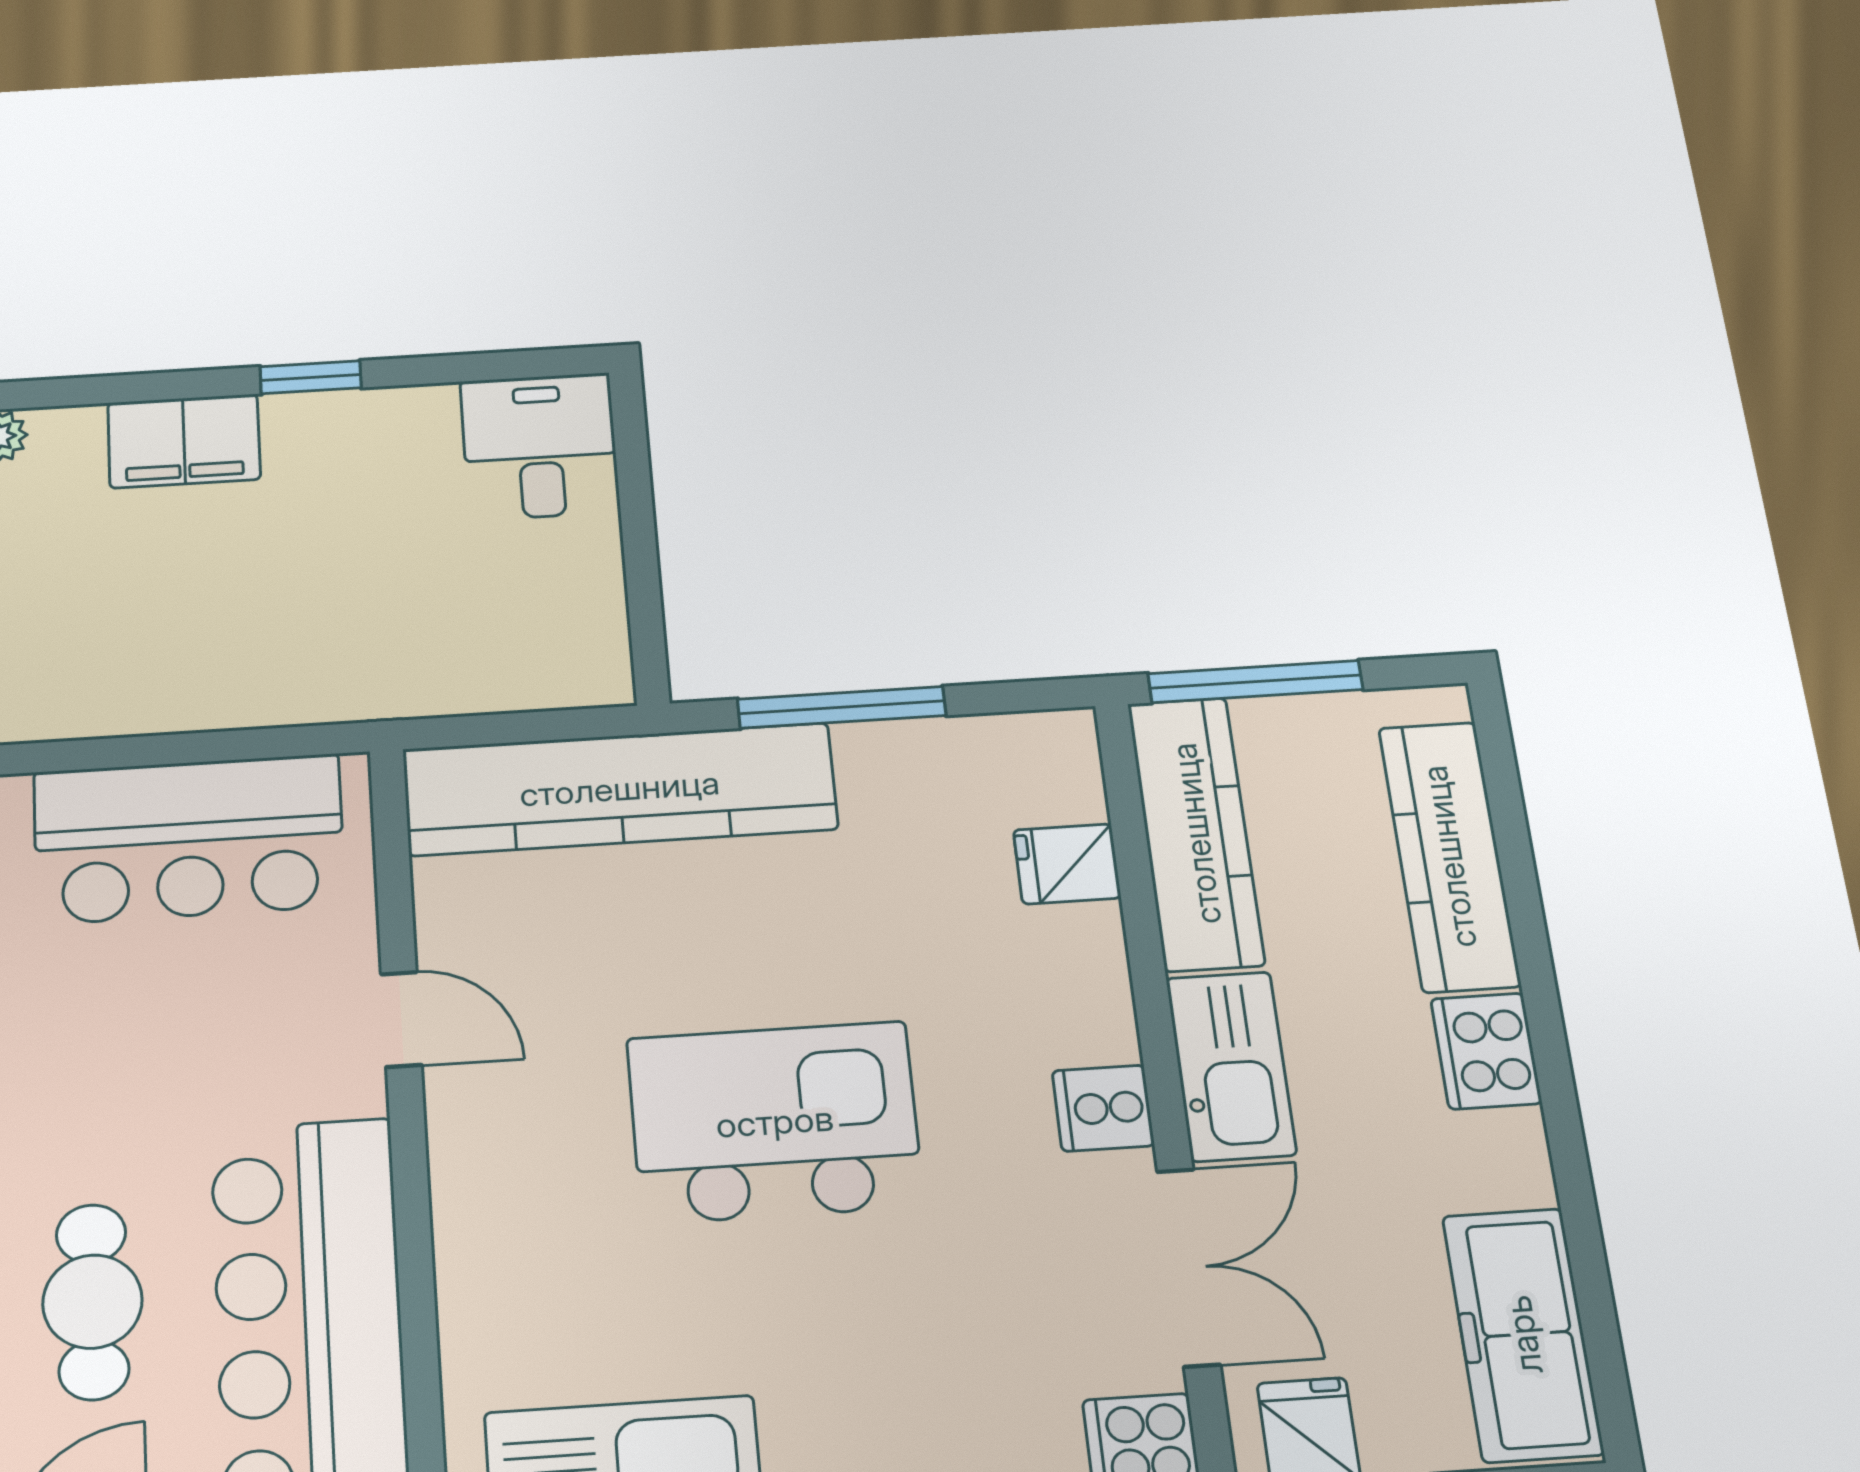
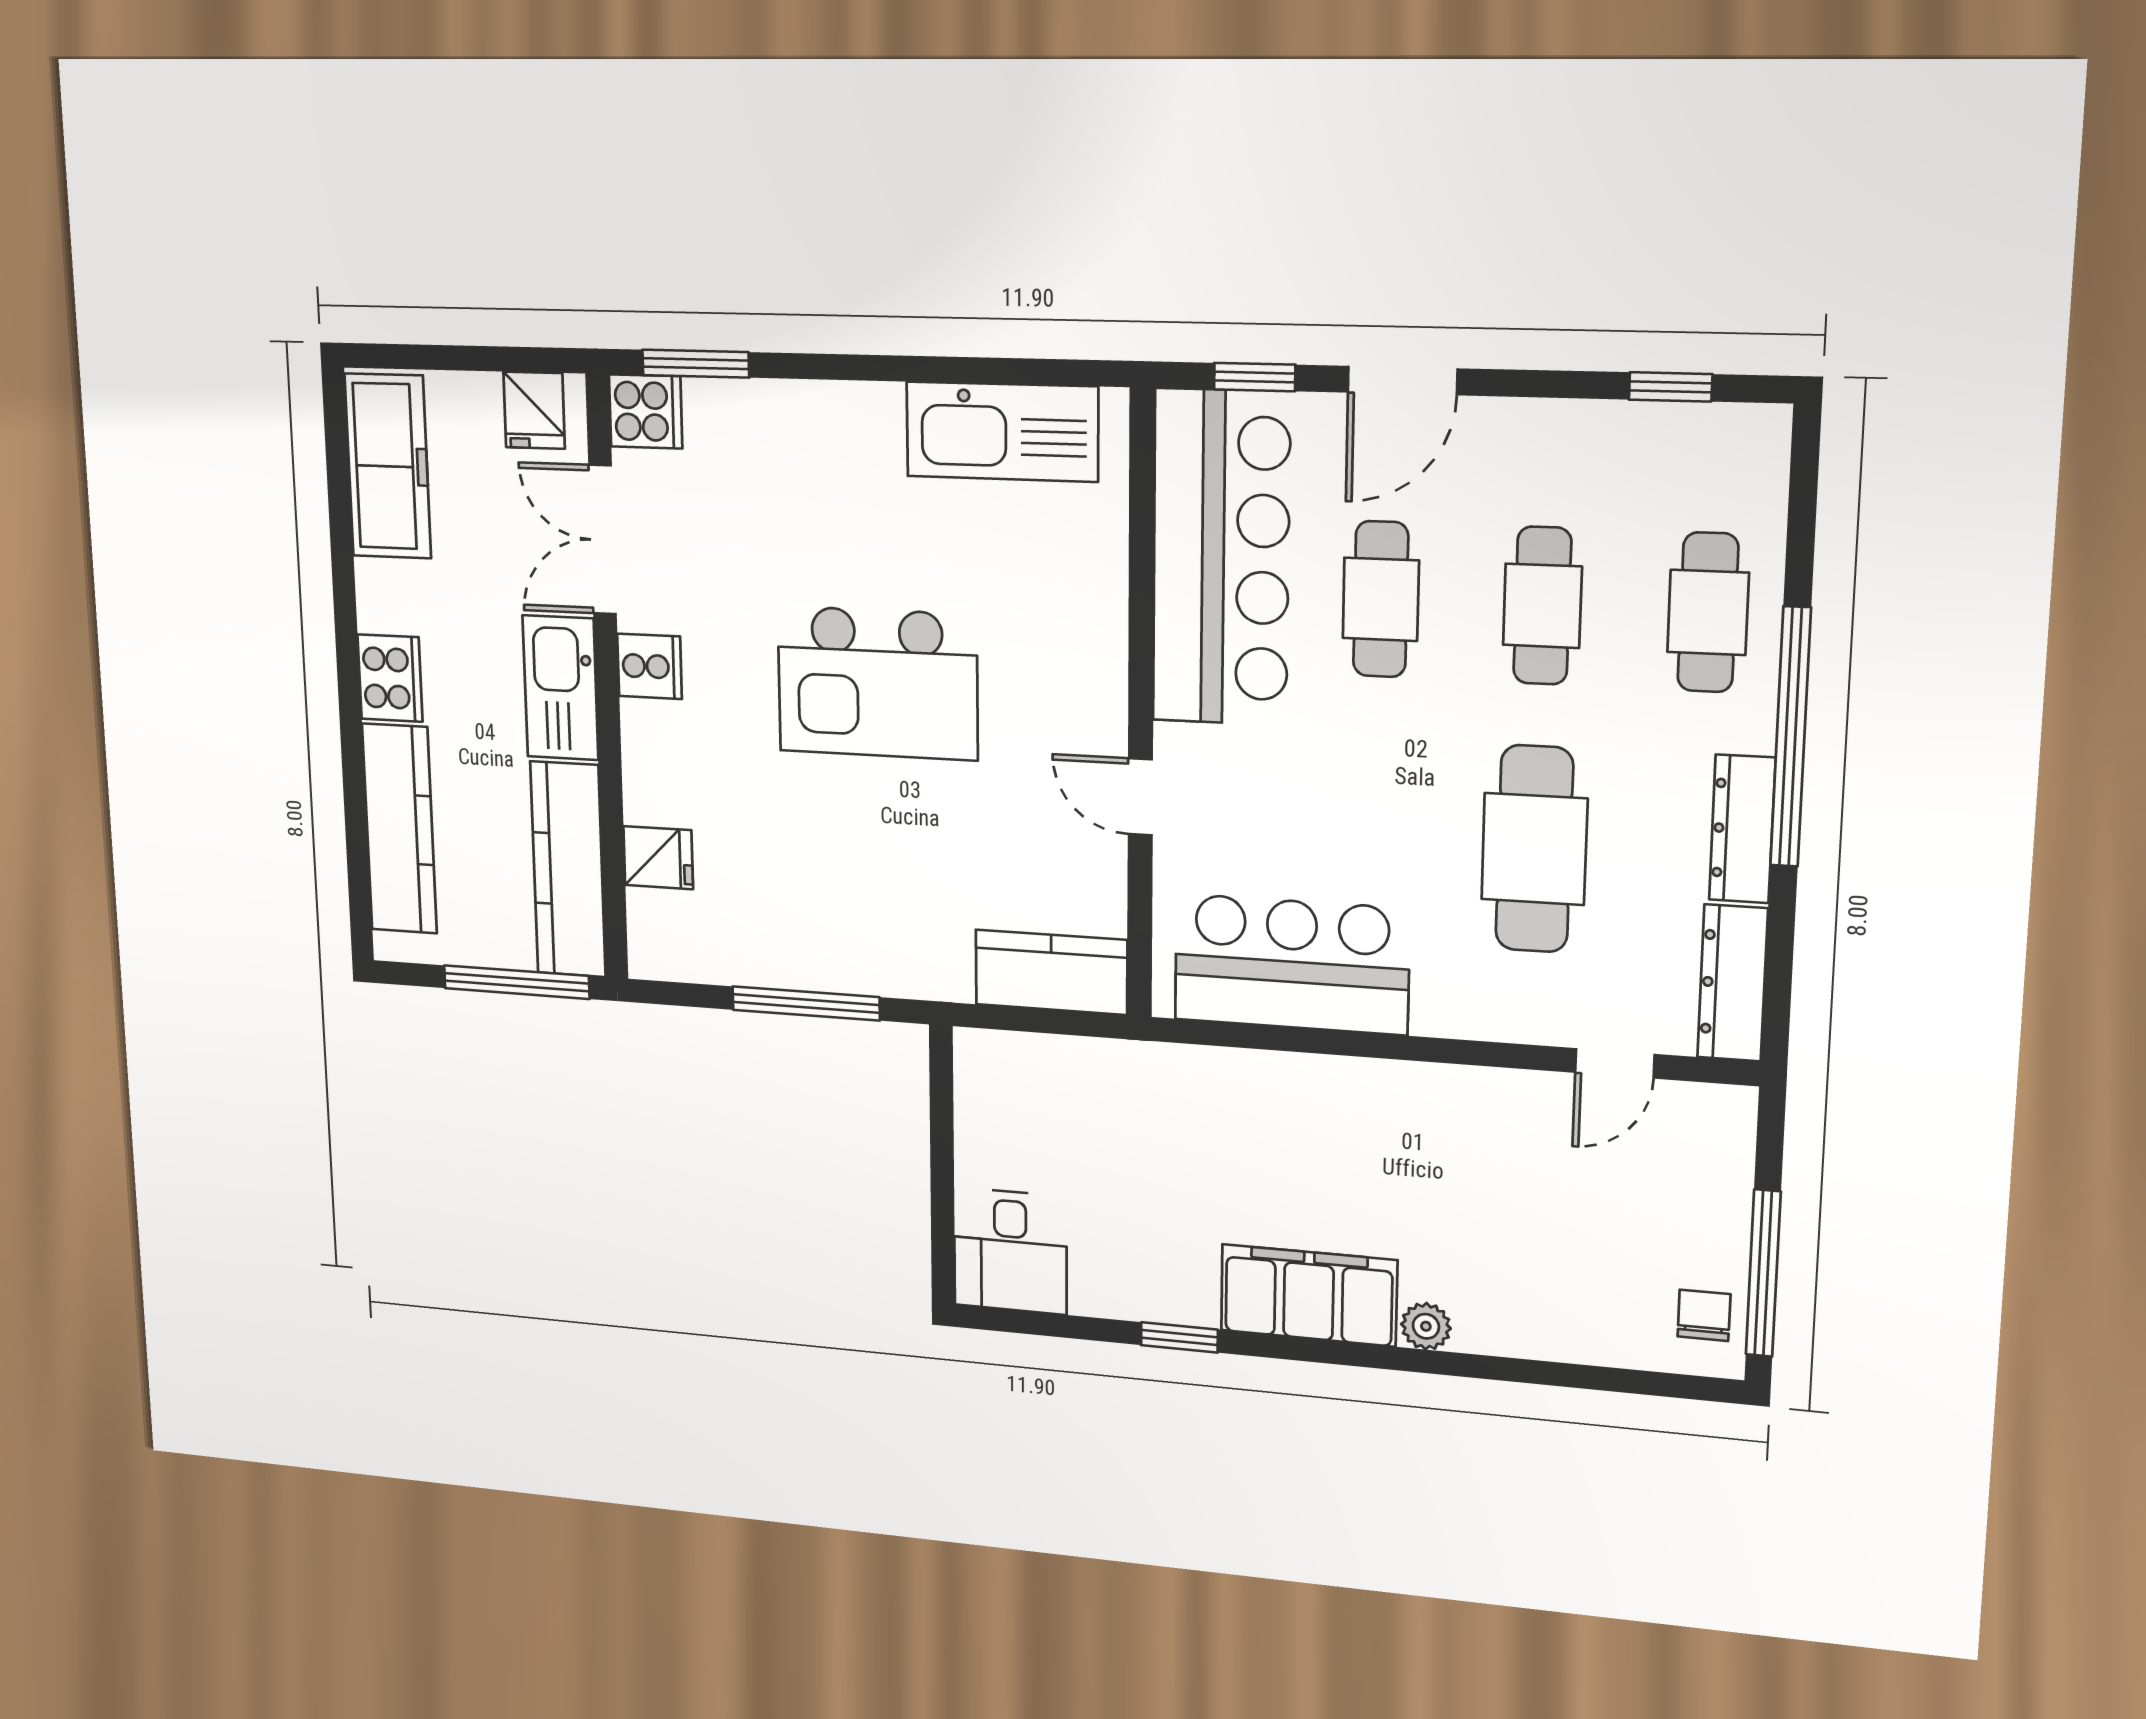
filing cabinet: (184, 441) -> (1309, 1295), width x1.50, depth x1.17
kitchen counter: (620, 789) -> (1051, 972), width x0.48, depth x0.86

